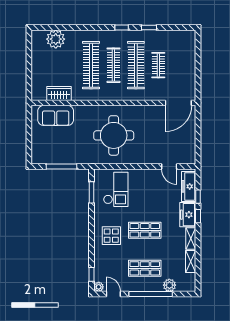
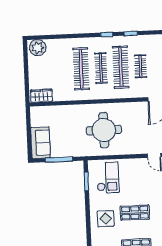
plant: (56, 39) -> (38, 48), moved
wardrobe: (59, 93) -> (41, 96), moved
sofa: (56, 115) -> (40, 143), moved, turned -90

